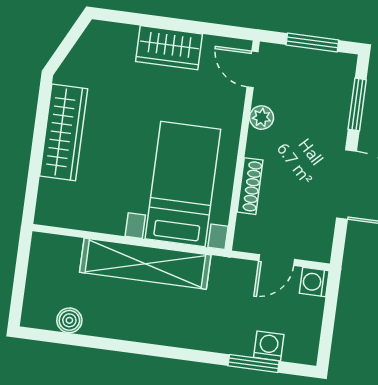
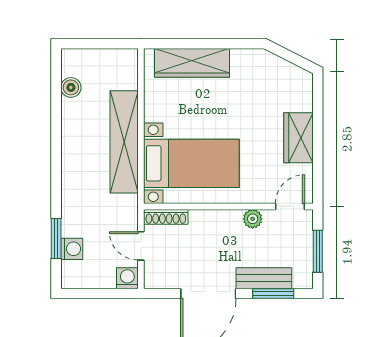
bench: (337, 114) -> (264, 278), added
wardrobe: (64, 132) -> (192, 63), moved
shoe rack: (250, 186) -> (166, 217), moved

